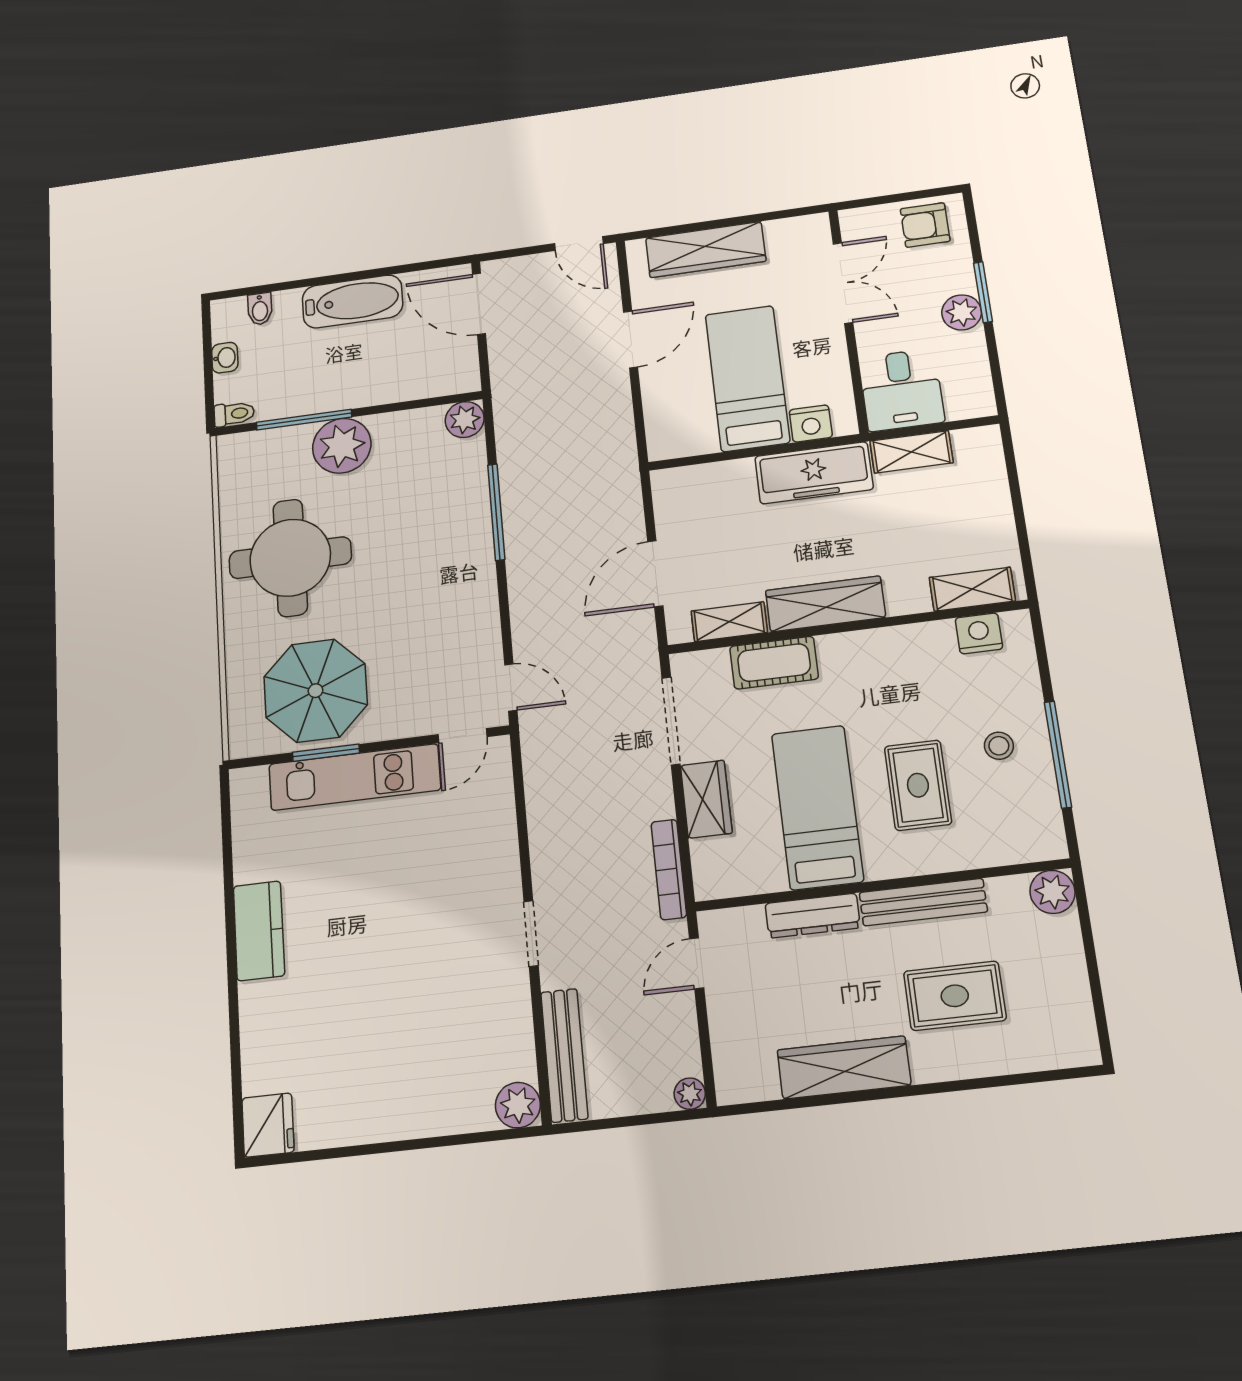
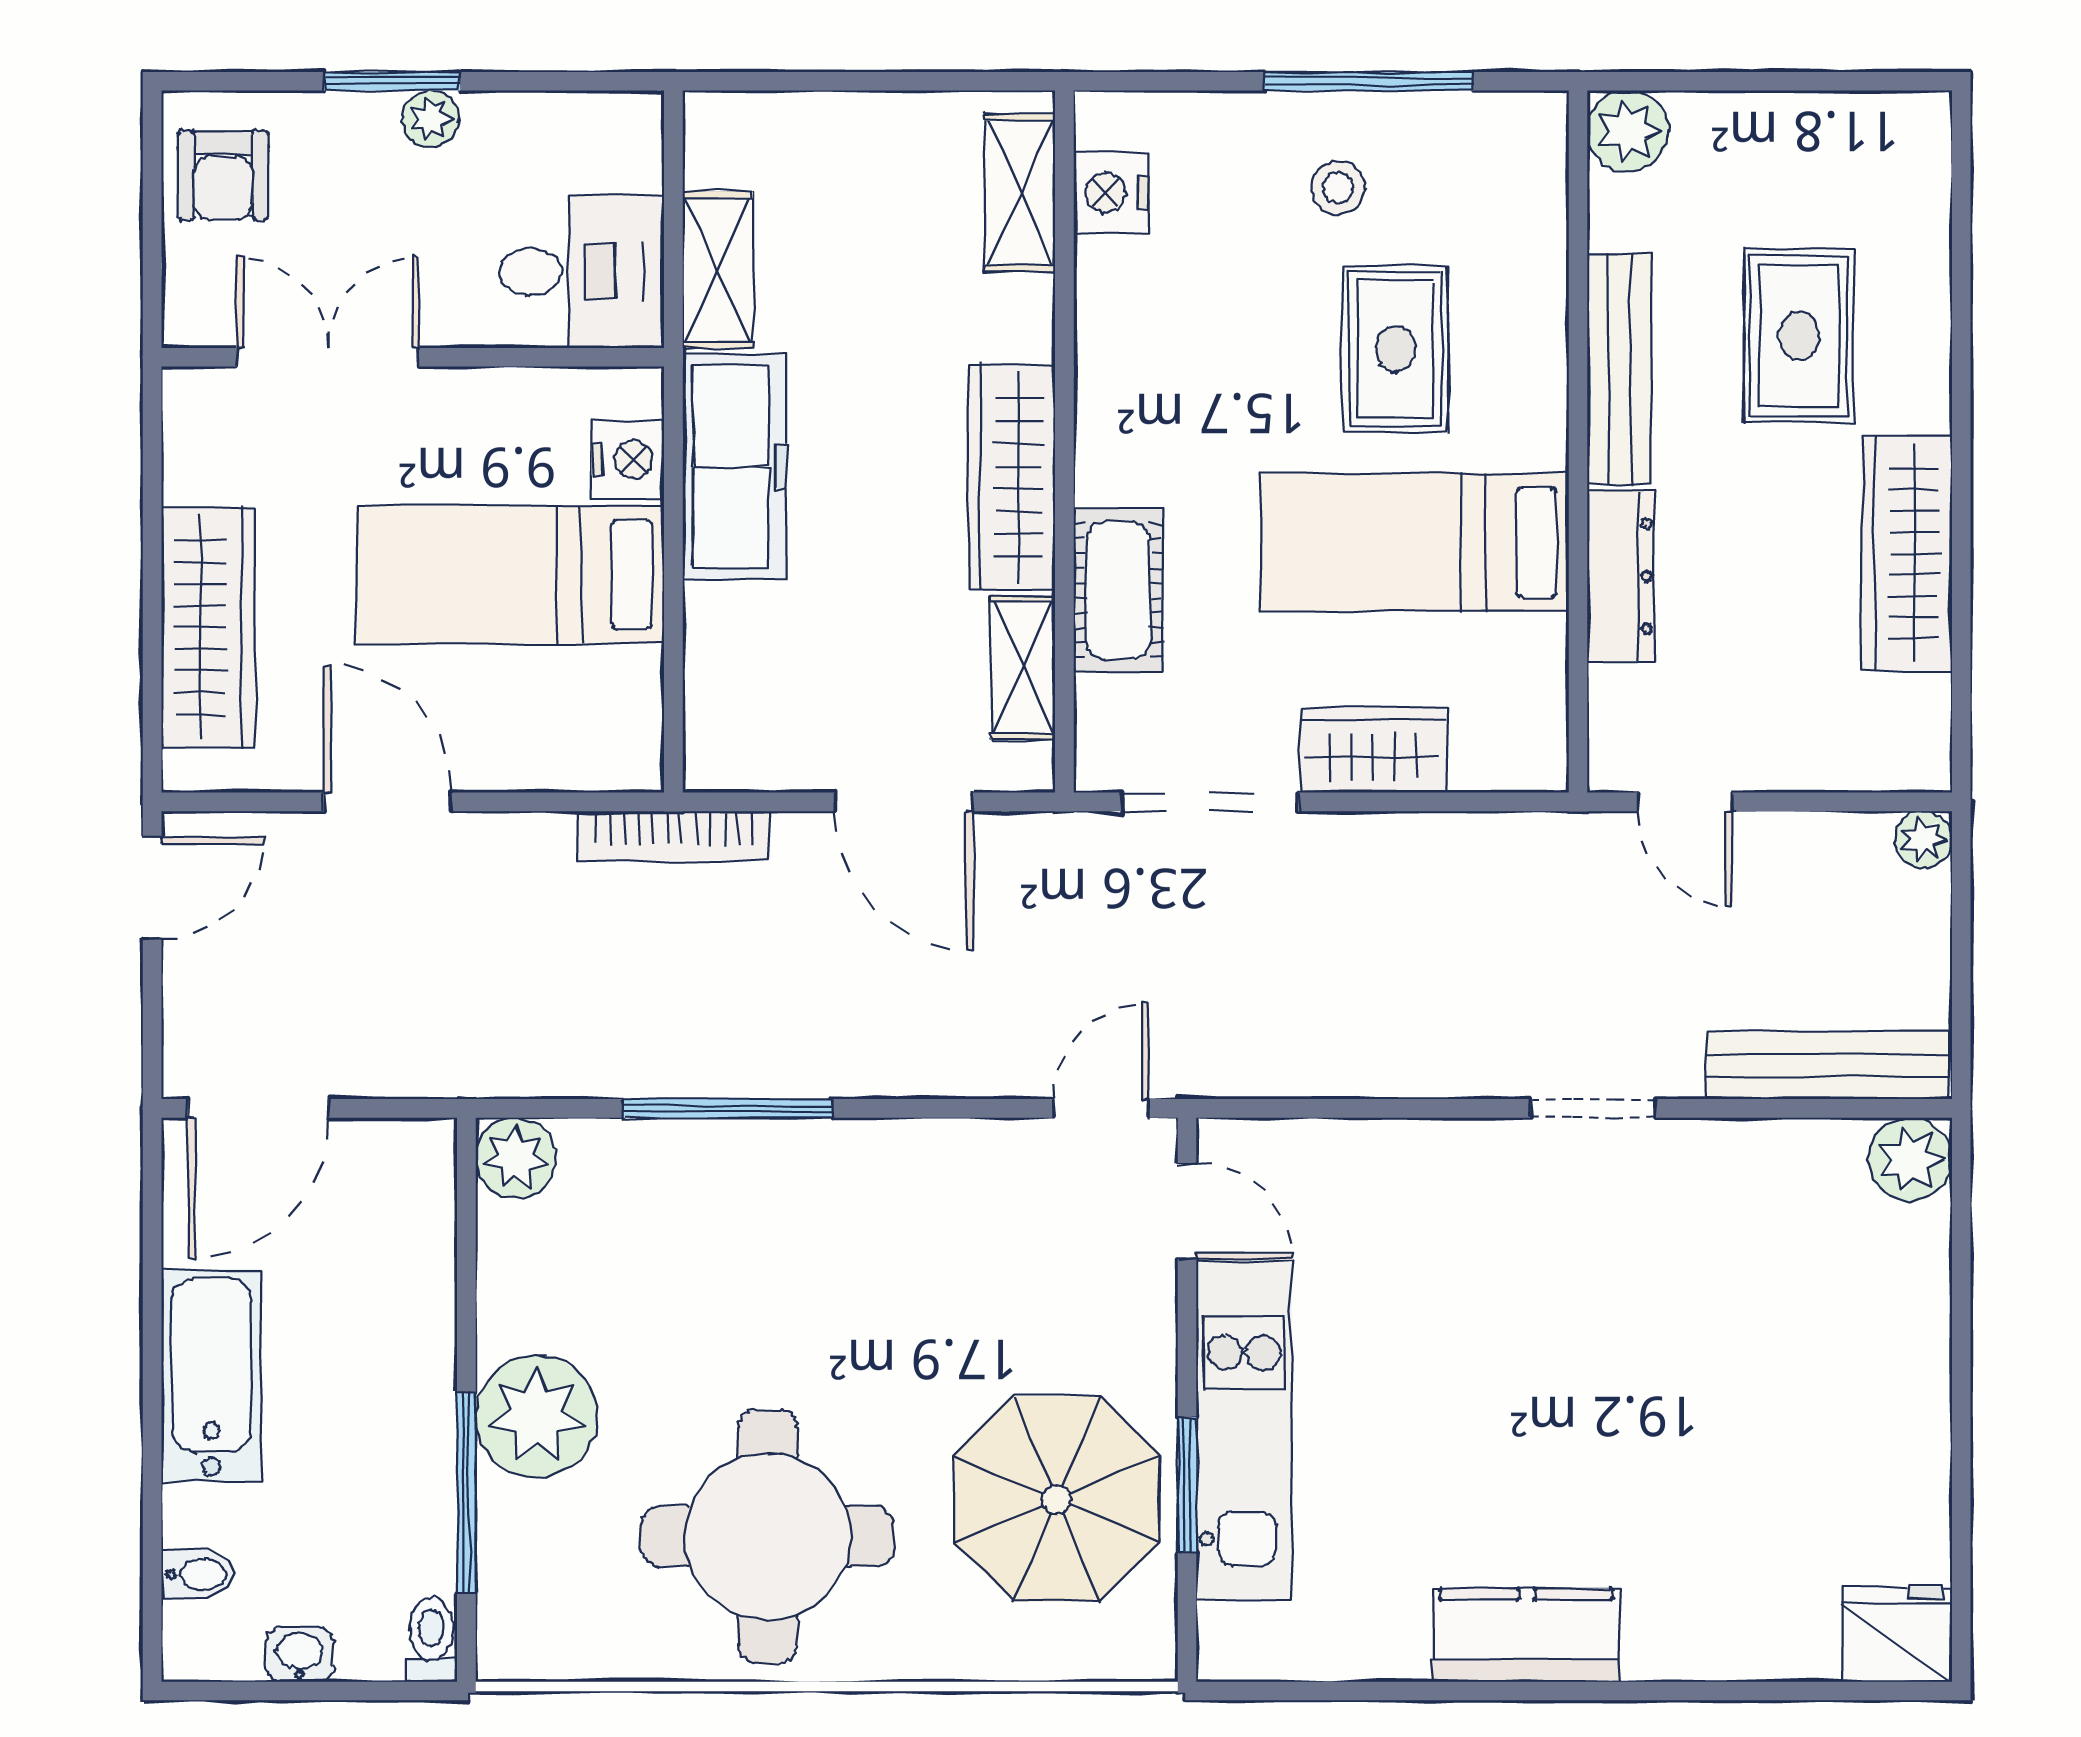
plant: (962, 312) -> (430, 119), width x0.73, depth x0.73
rug: (918, 785) -> (1395, 349), turned 90
bookcase: (669, 869) -> (674, 836), moved

